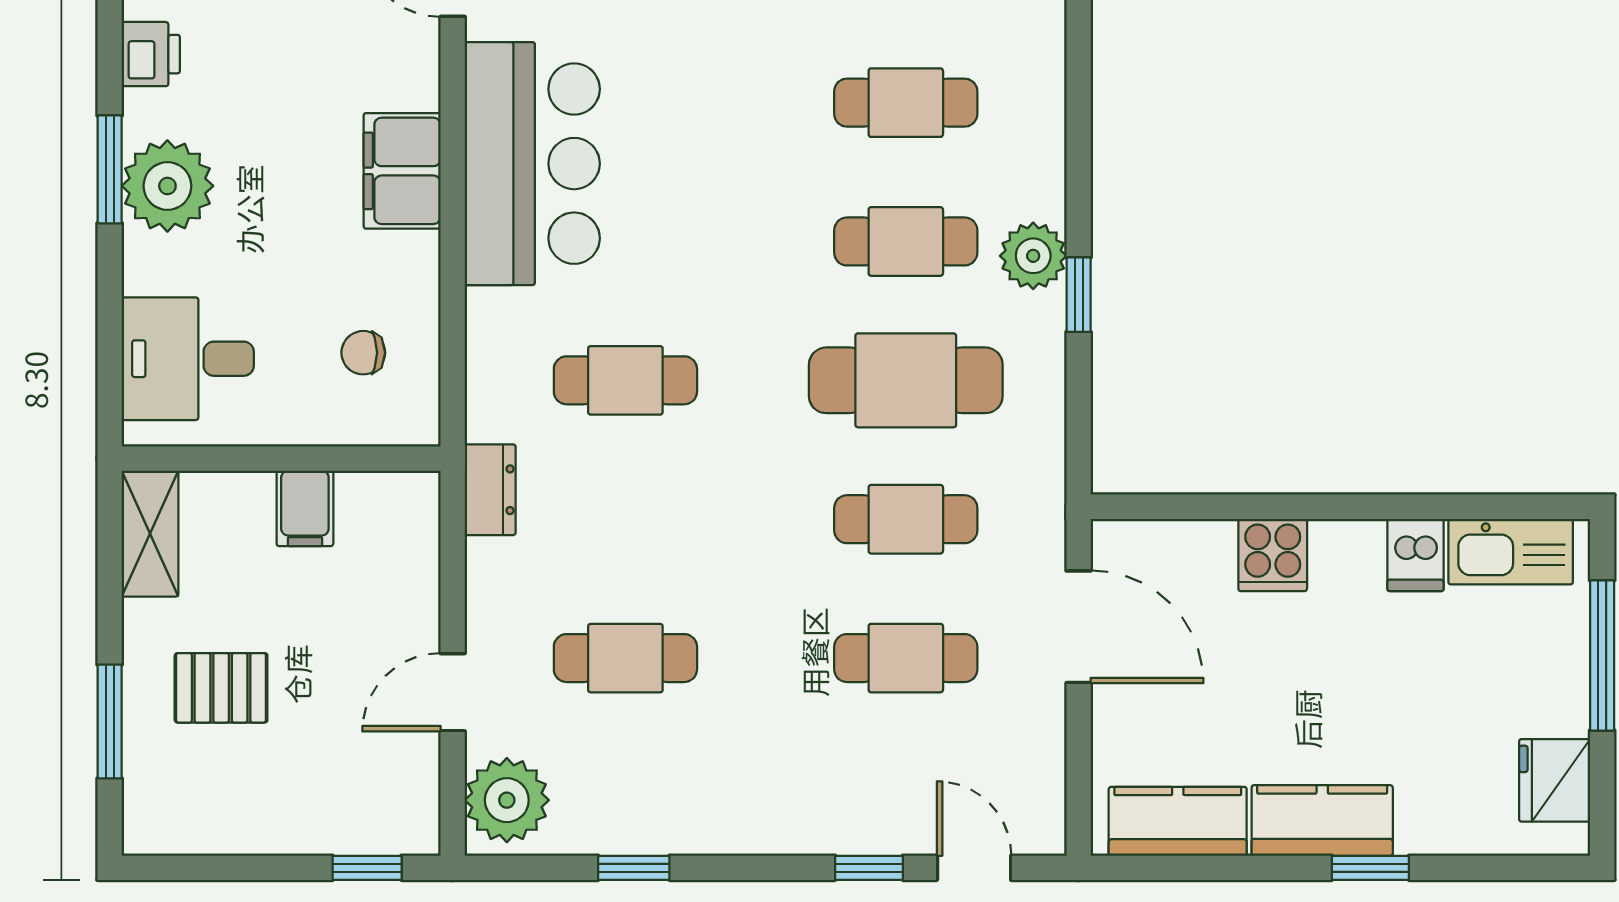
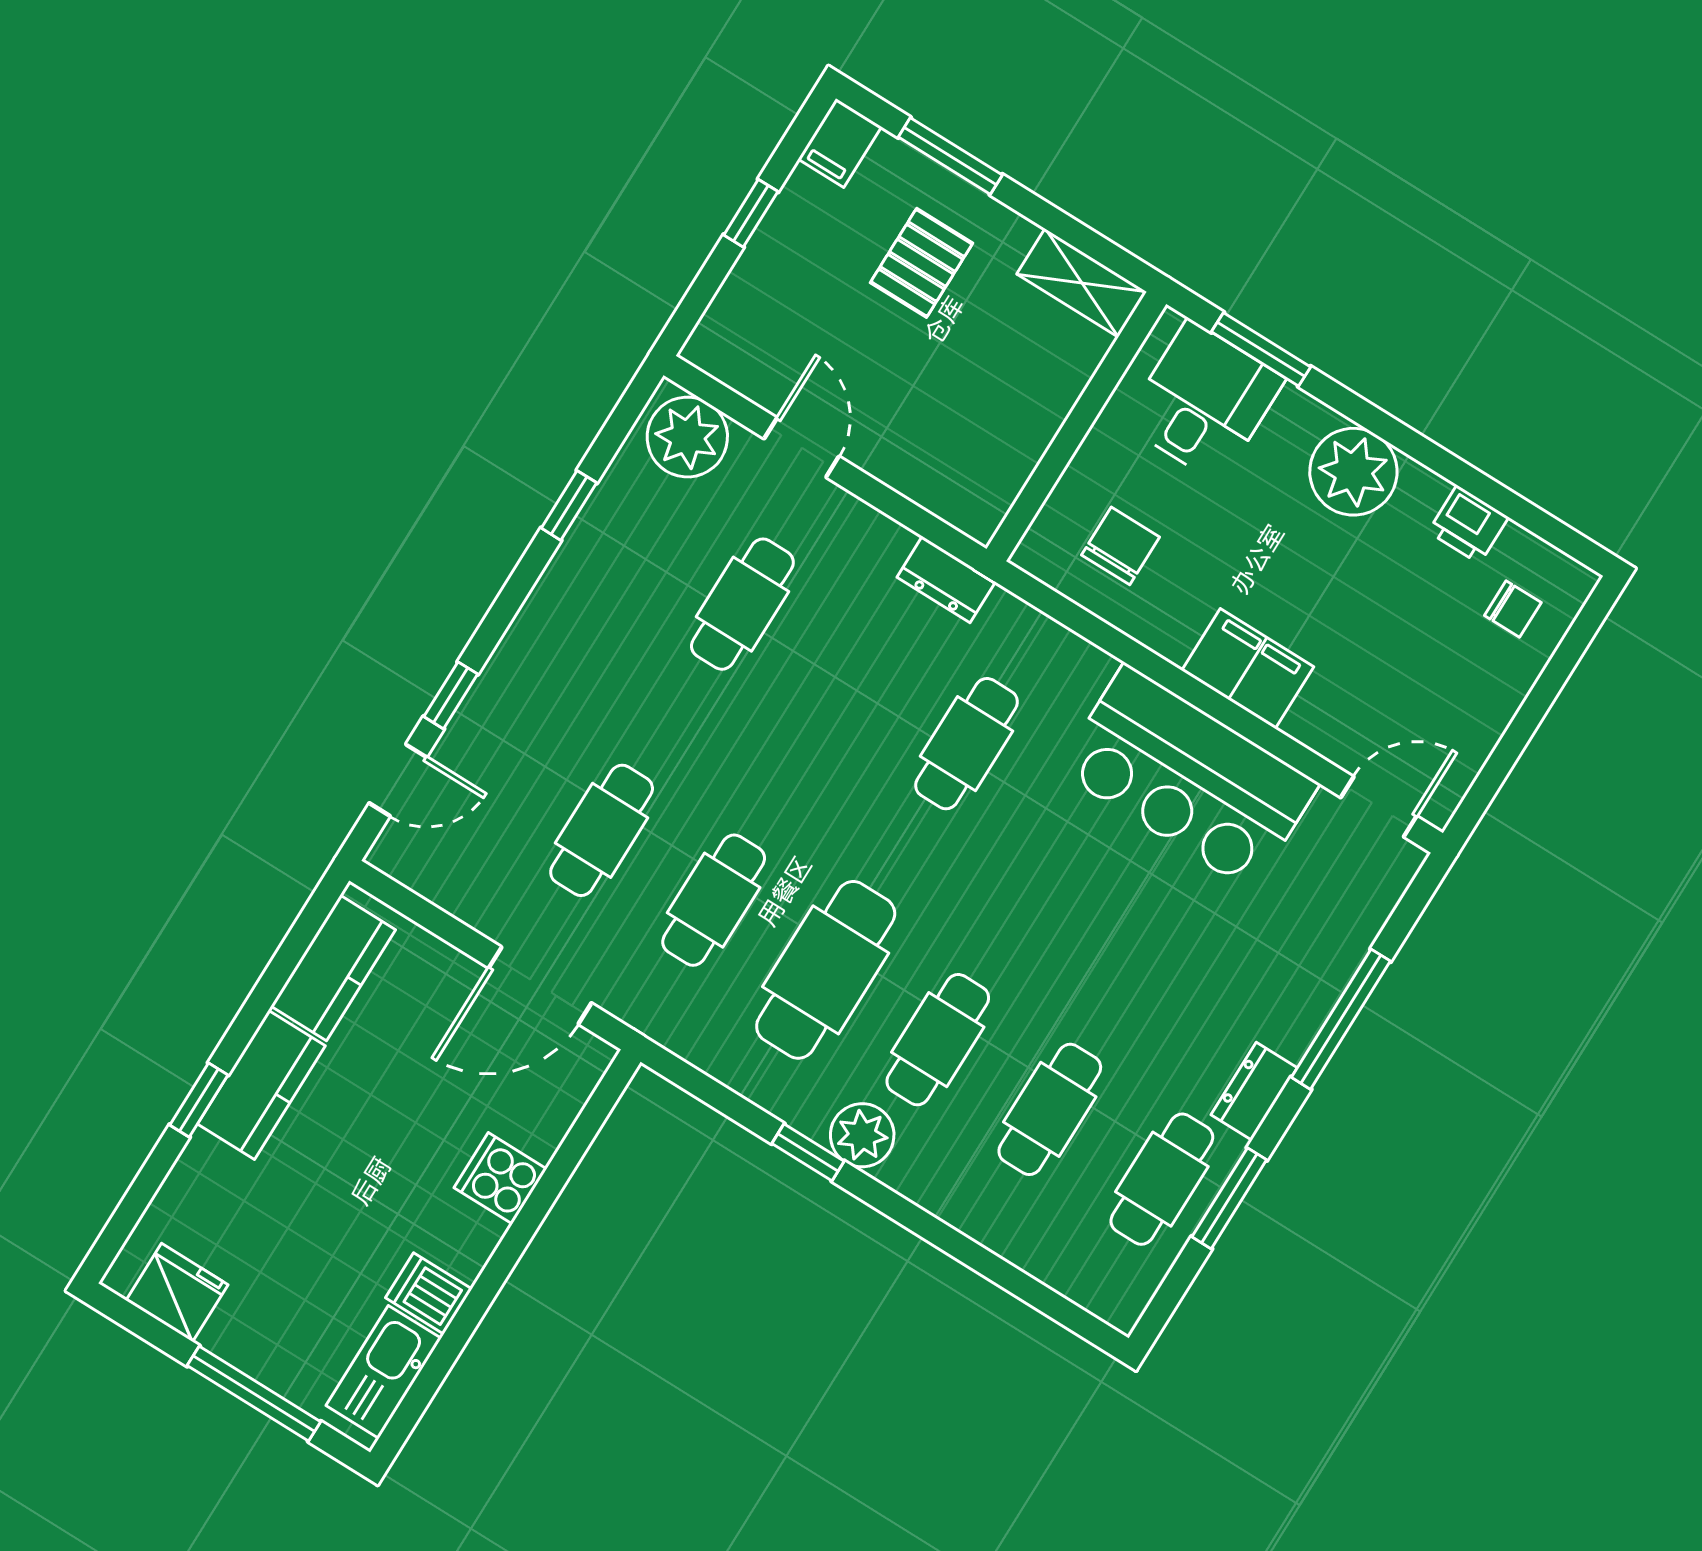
window: (110, 169) -> (1261, 349), moved
chair: (363, 353) -> (1120, 546), width x1.37, depth x1.37
filing cabinet: (305, 508) -> (840, 143), moved, turned -90
window: (367, 868) -> (751, 213), moved

